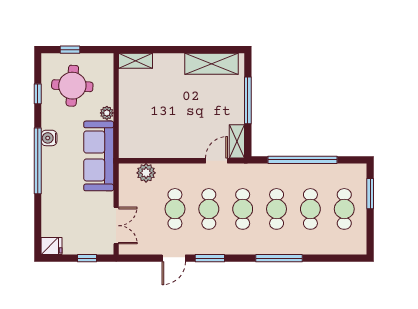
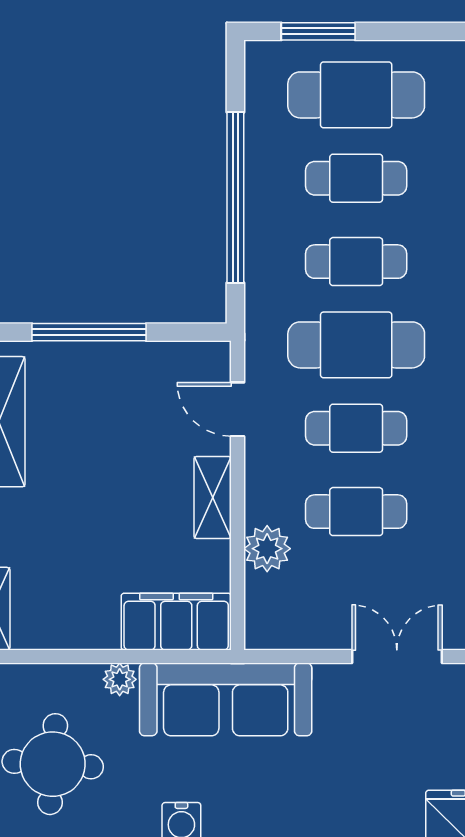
filing cabinet: (130, 136) -> (176, 622), added
shelving: (237, 141) -> (213, 497), moved, turned 90
plant: (146, 173) -> (267, 549), moved
cafe table: (243, 209) -> (356, 345), width x1.37, depth x1.35
cafe table: (344, 209) -> (356, 95), width x1.37, depth x1.35

